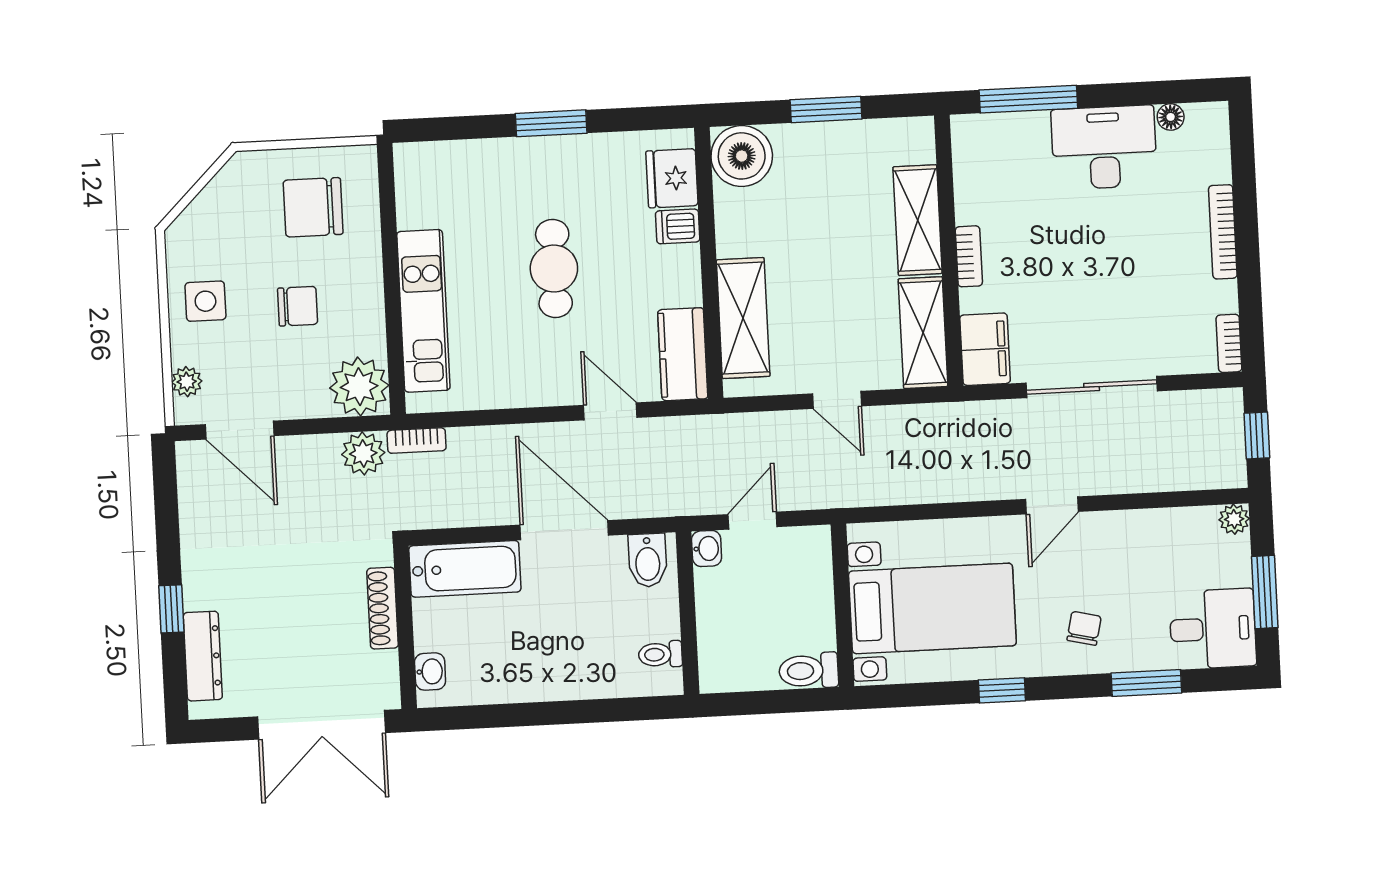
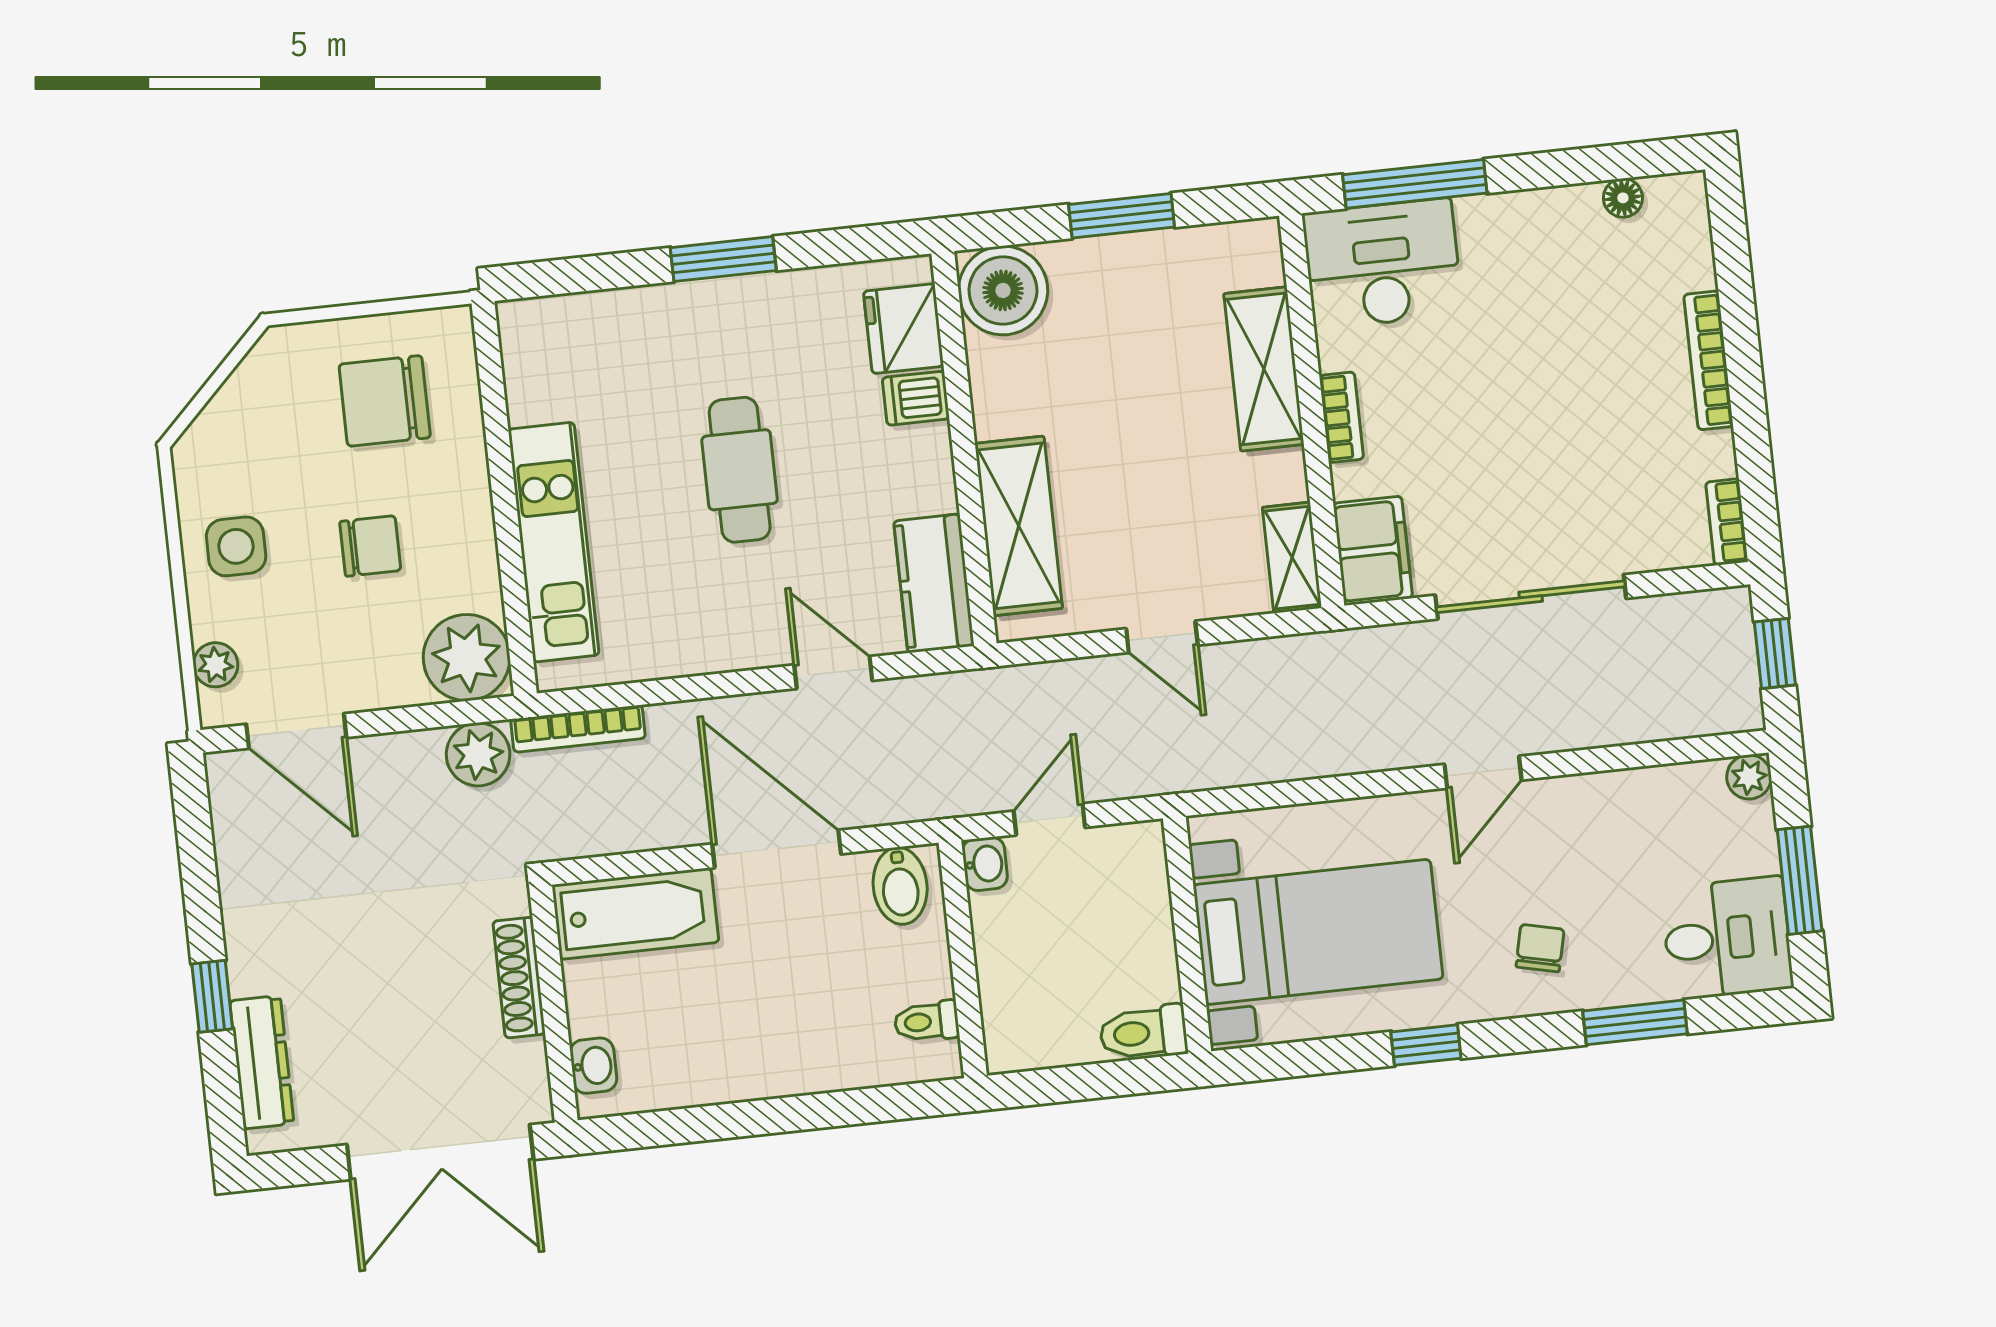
desk: (1104, 147) -> (1382, 264), moved
shelving: (923, 333) -> (1292, 558), width x0.67, depth x0.75
bookcase: (417, 441) -> (578, 729), width x1.56

